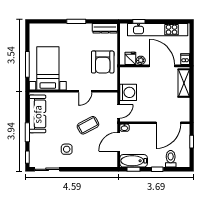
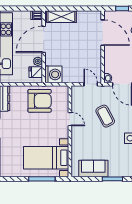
washing machine: (128, 92) -> (53, 74), moved, turned 90
sofa: (38, 114) -> (93, 168), width x0.73

